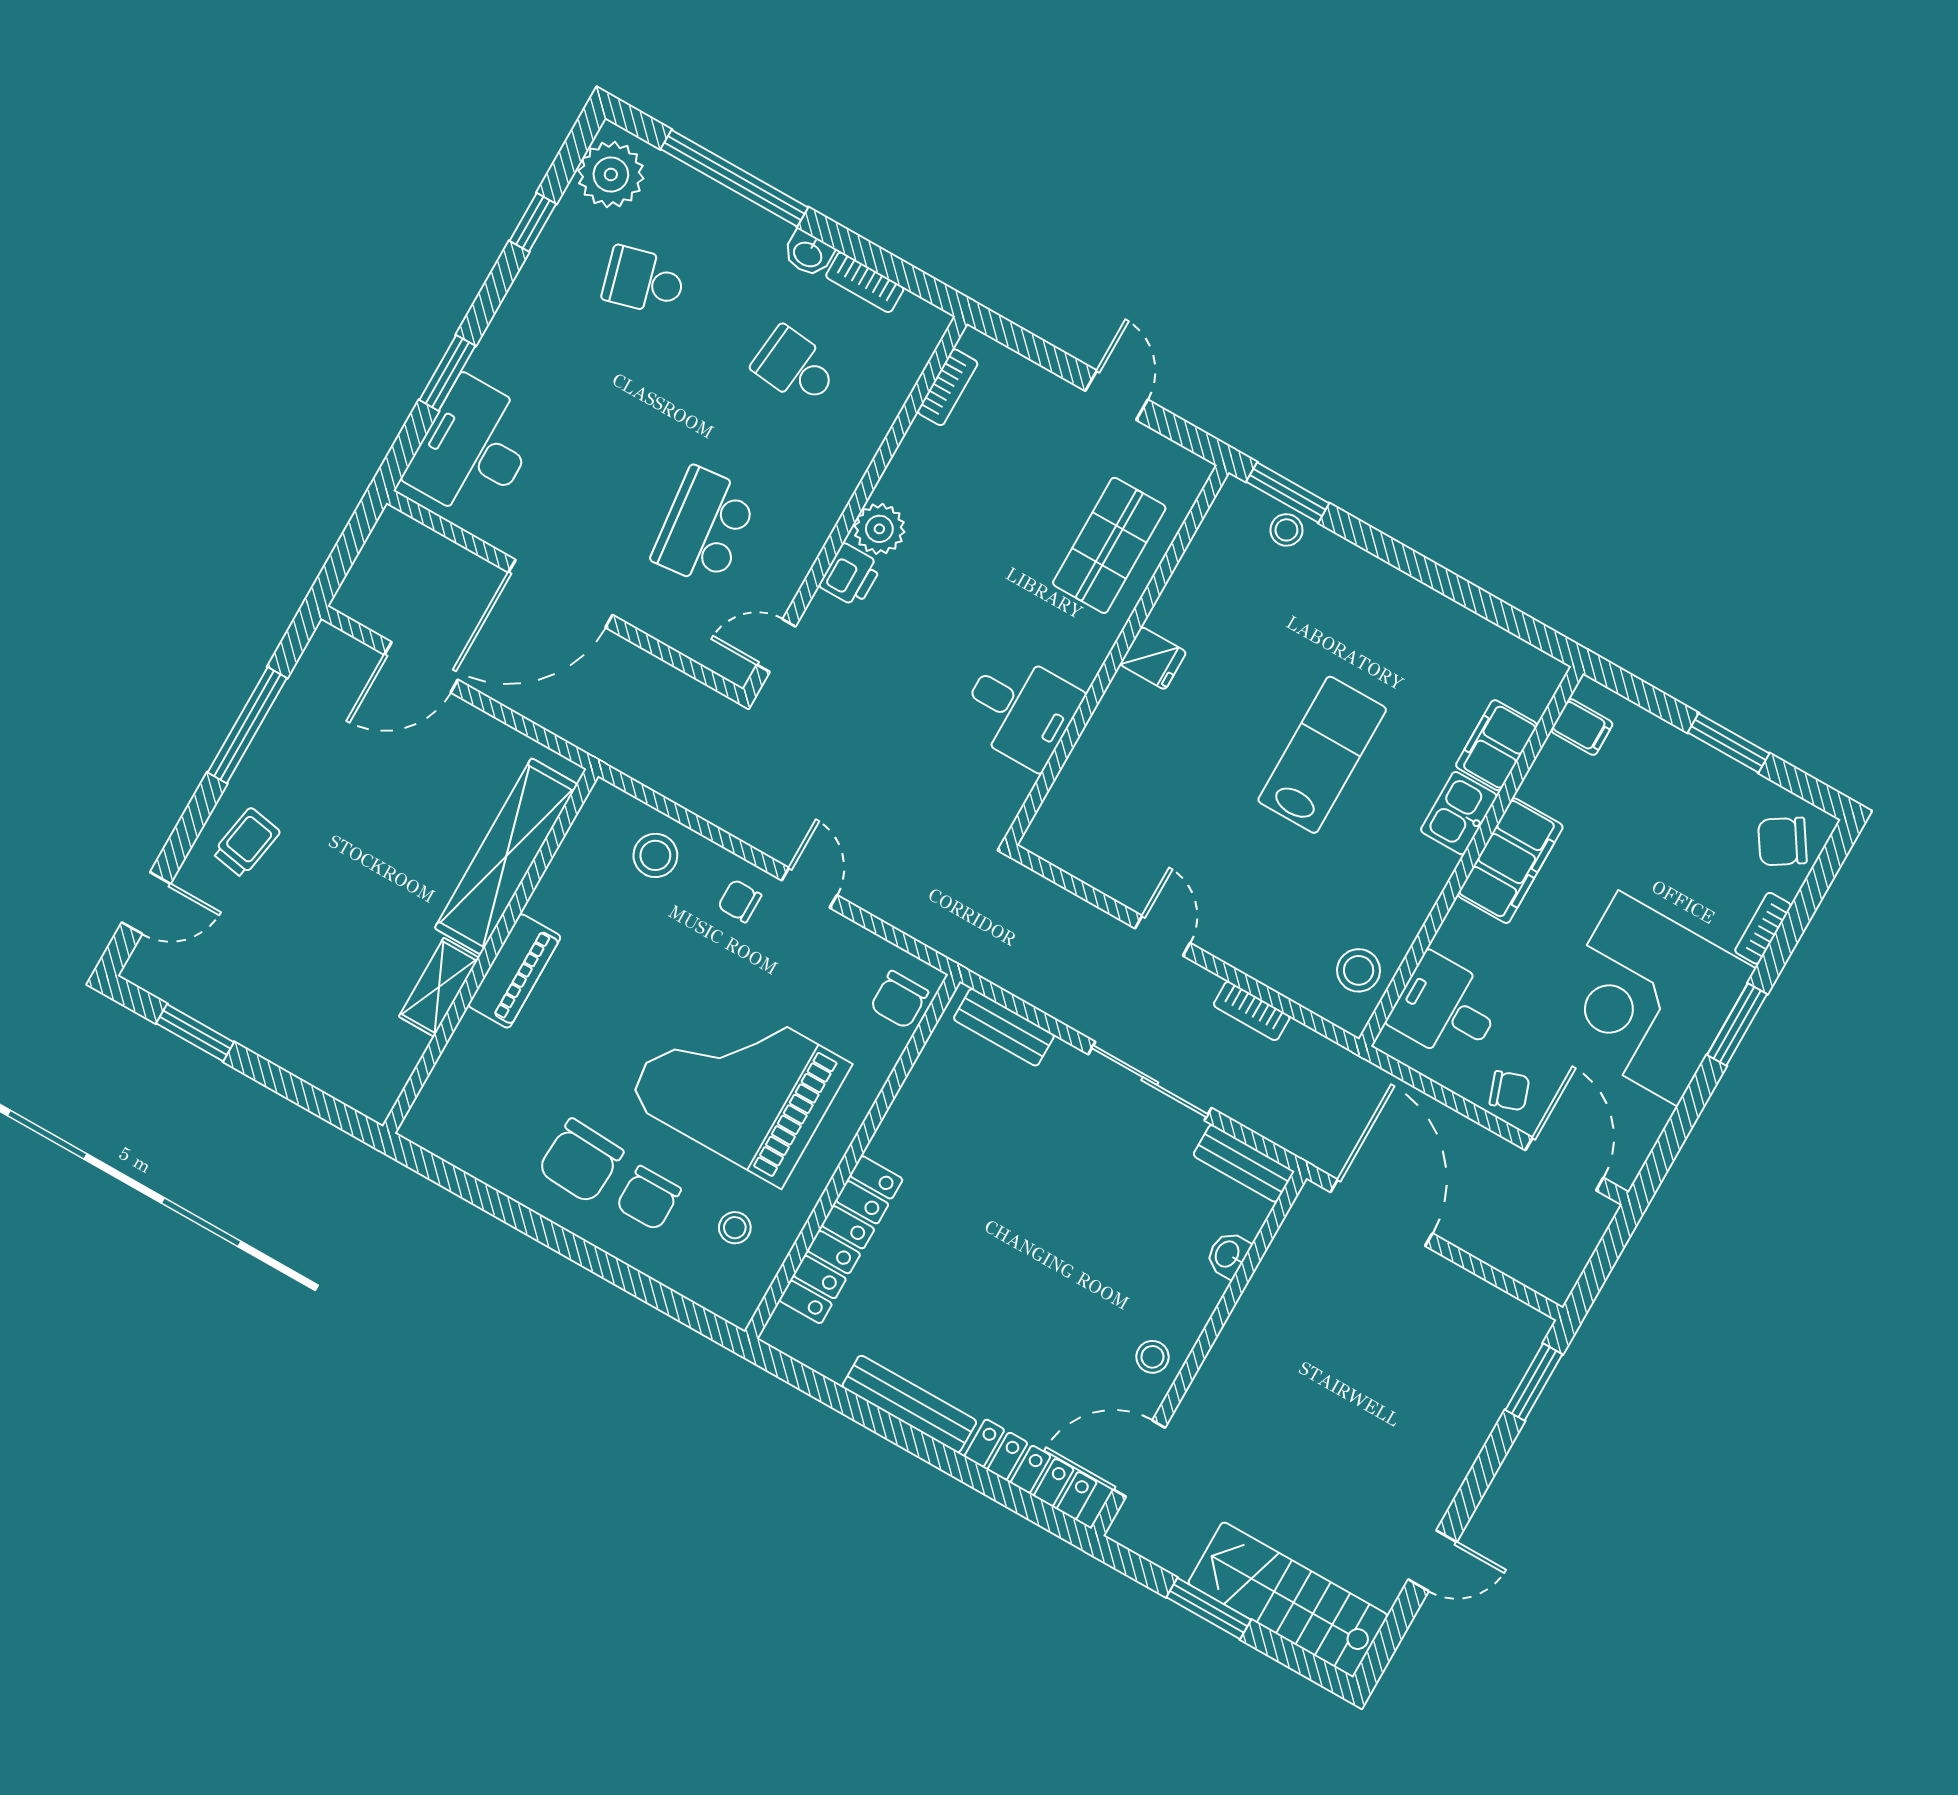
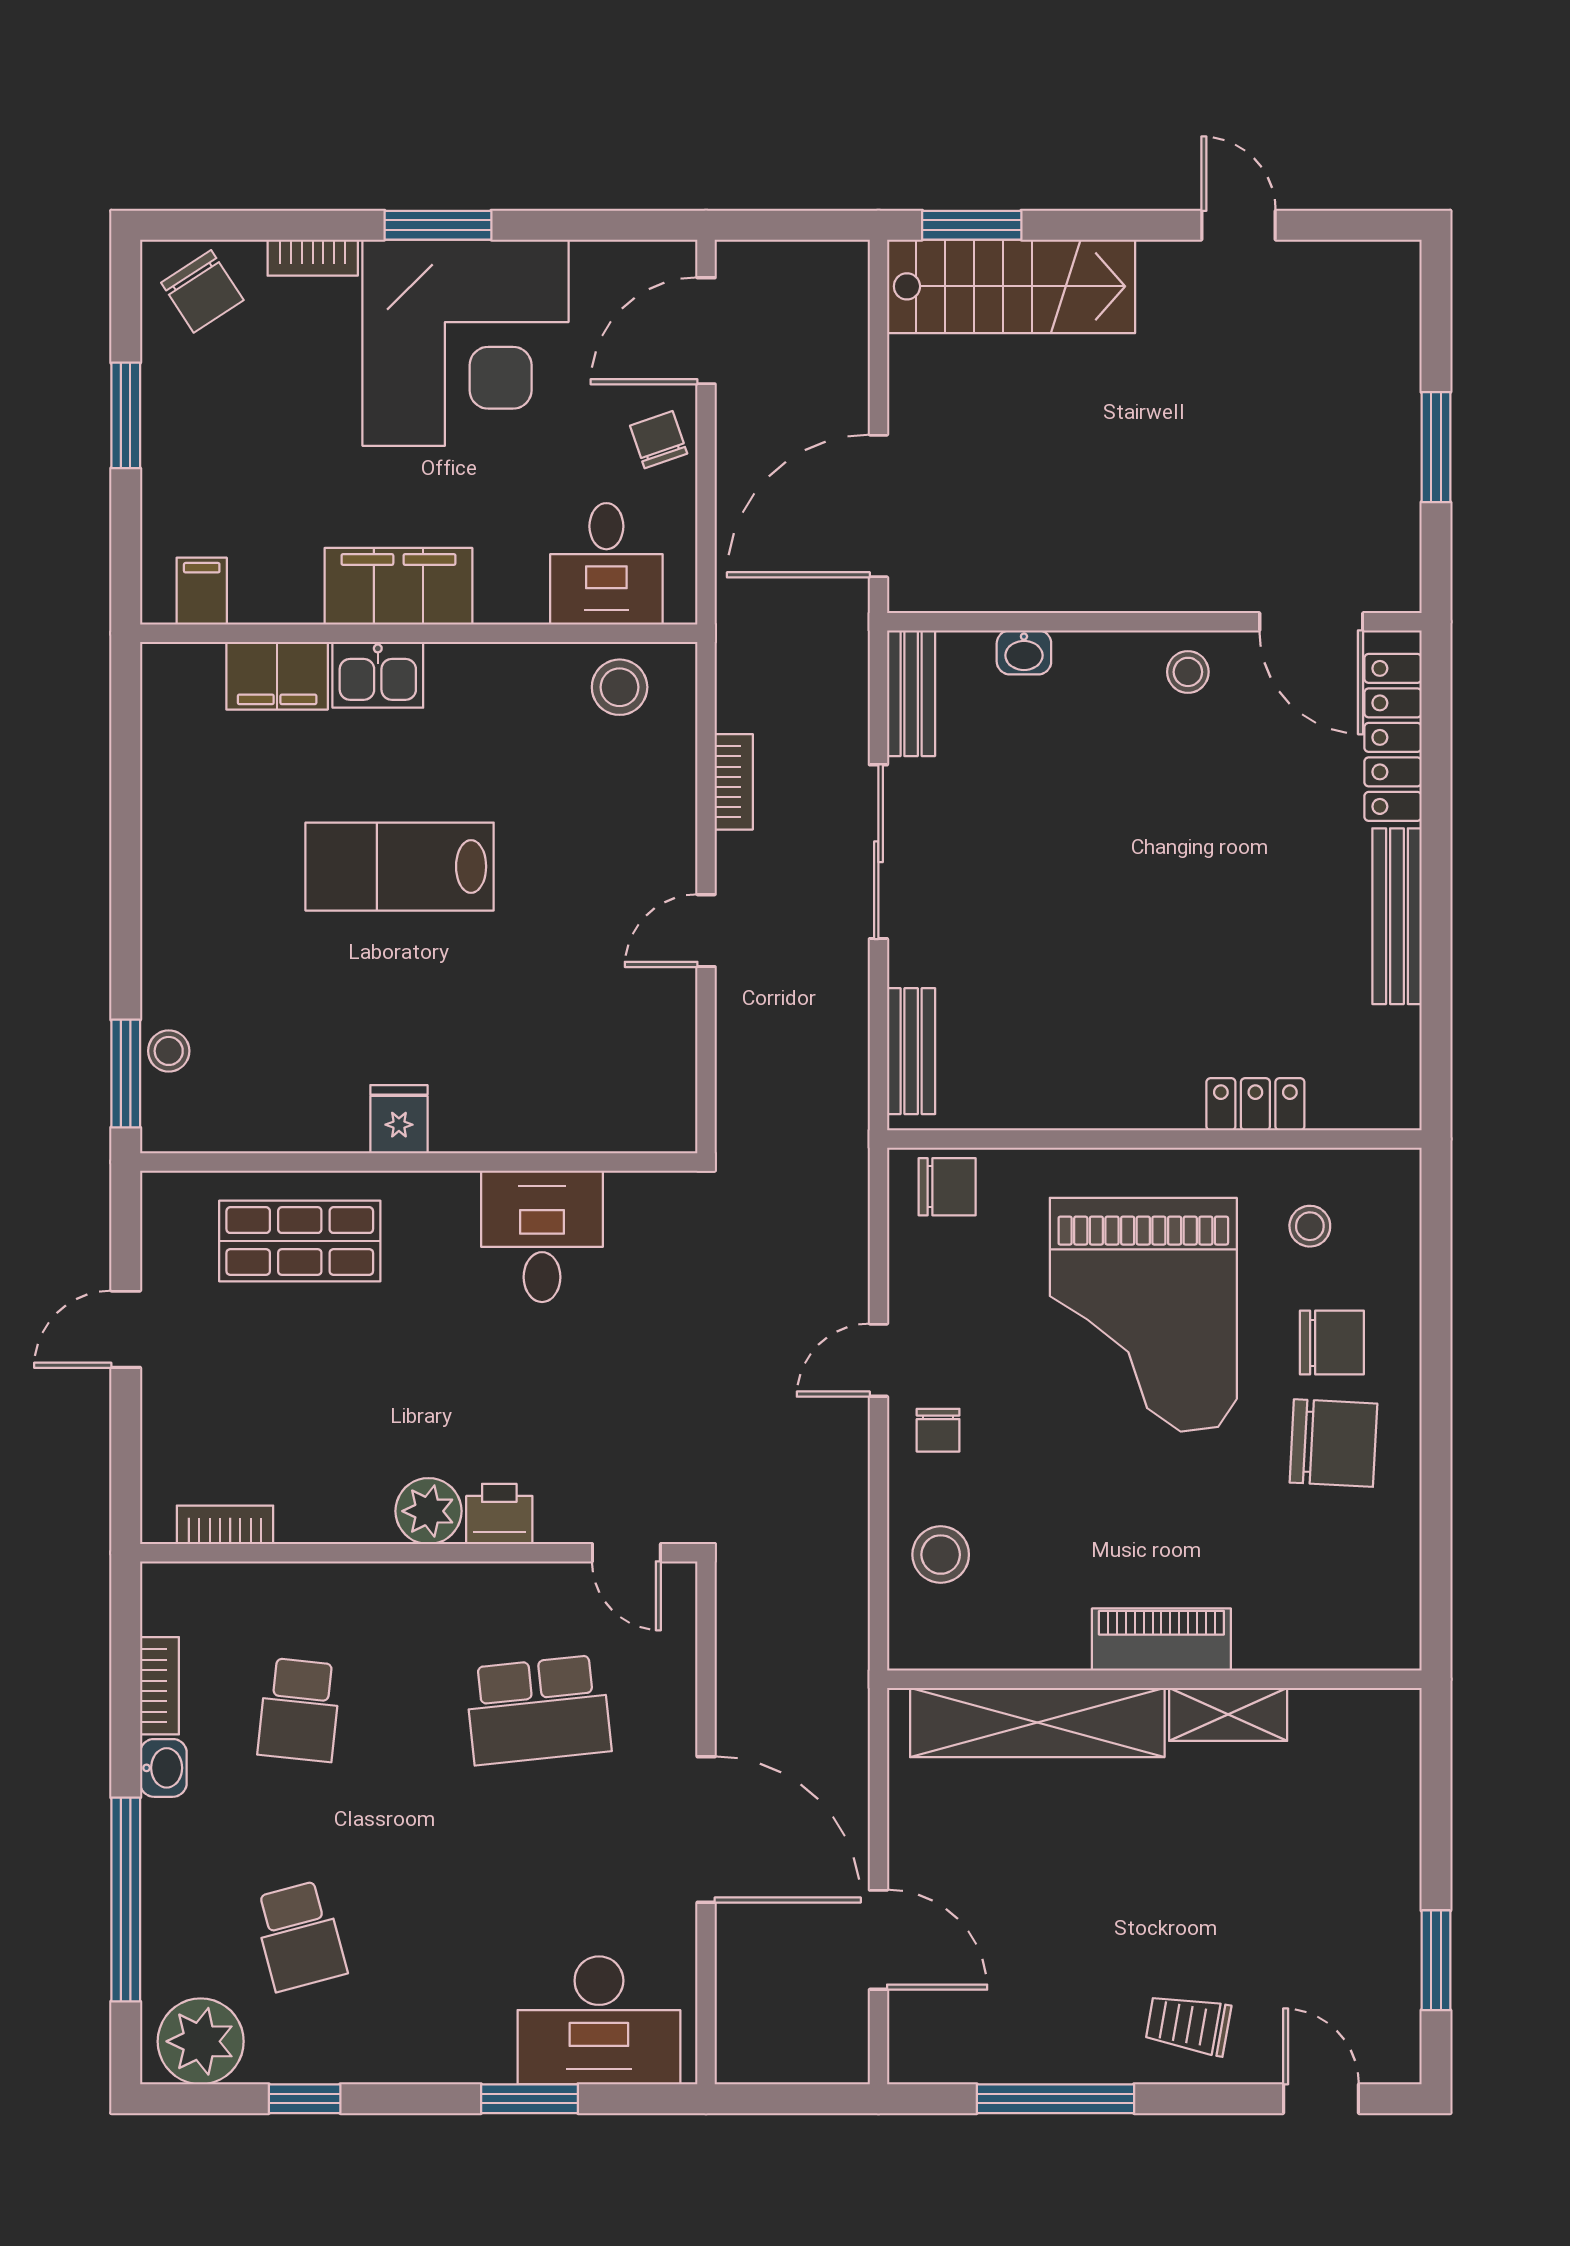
locker: (841, 1240) -> (1255, 1104), width x0.46, depth x0.83
stairs: (1288, 1599) -> (1011, 286), moved, turned -90

